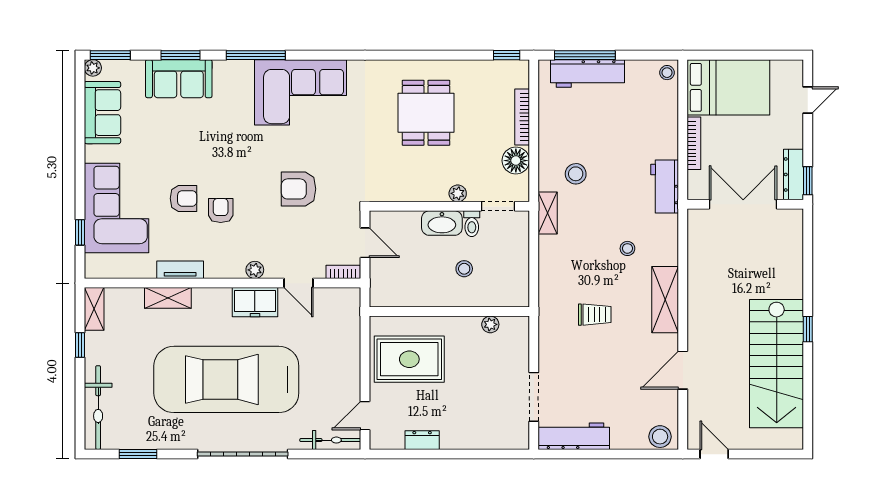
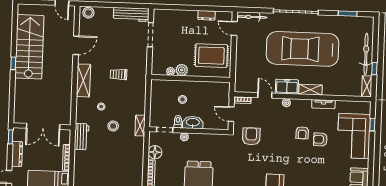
stool: (576, 174) -> (113, 126), moved
dresser: (793, 174) -> (17, 154), moved
armchair: (299, 189) -> (251, 136), moved, turned -90
shelving: (168, 298) -> (310, 90), moved
plant: (468, 328) -> (182, 70), added
car: (226, 379) -> (302, 49), turned 180
bicycle: (98, 408) -> (366, 54), moved
door: (365, 416) -> (234, 28), swing flipped

